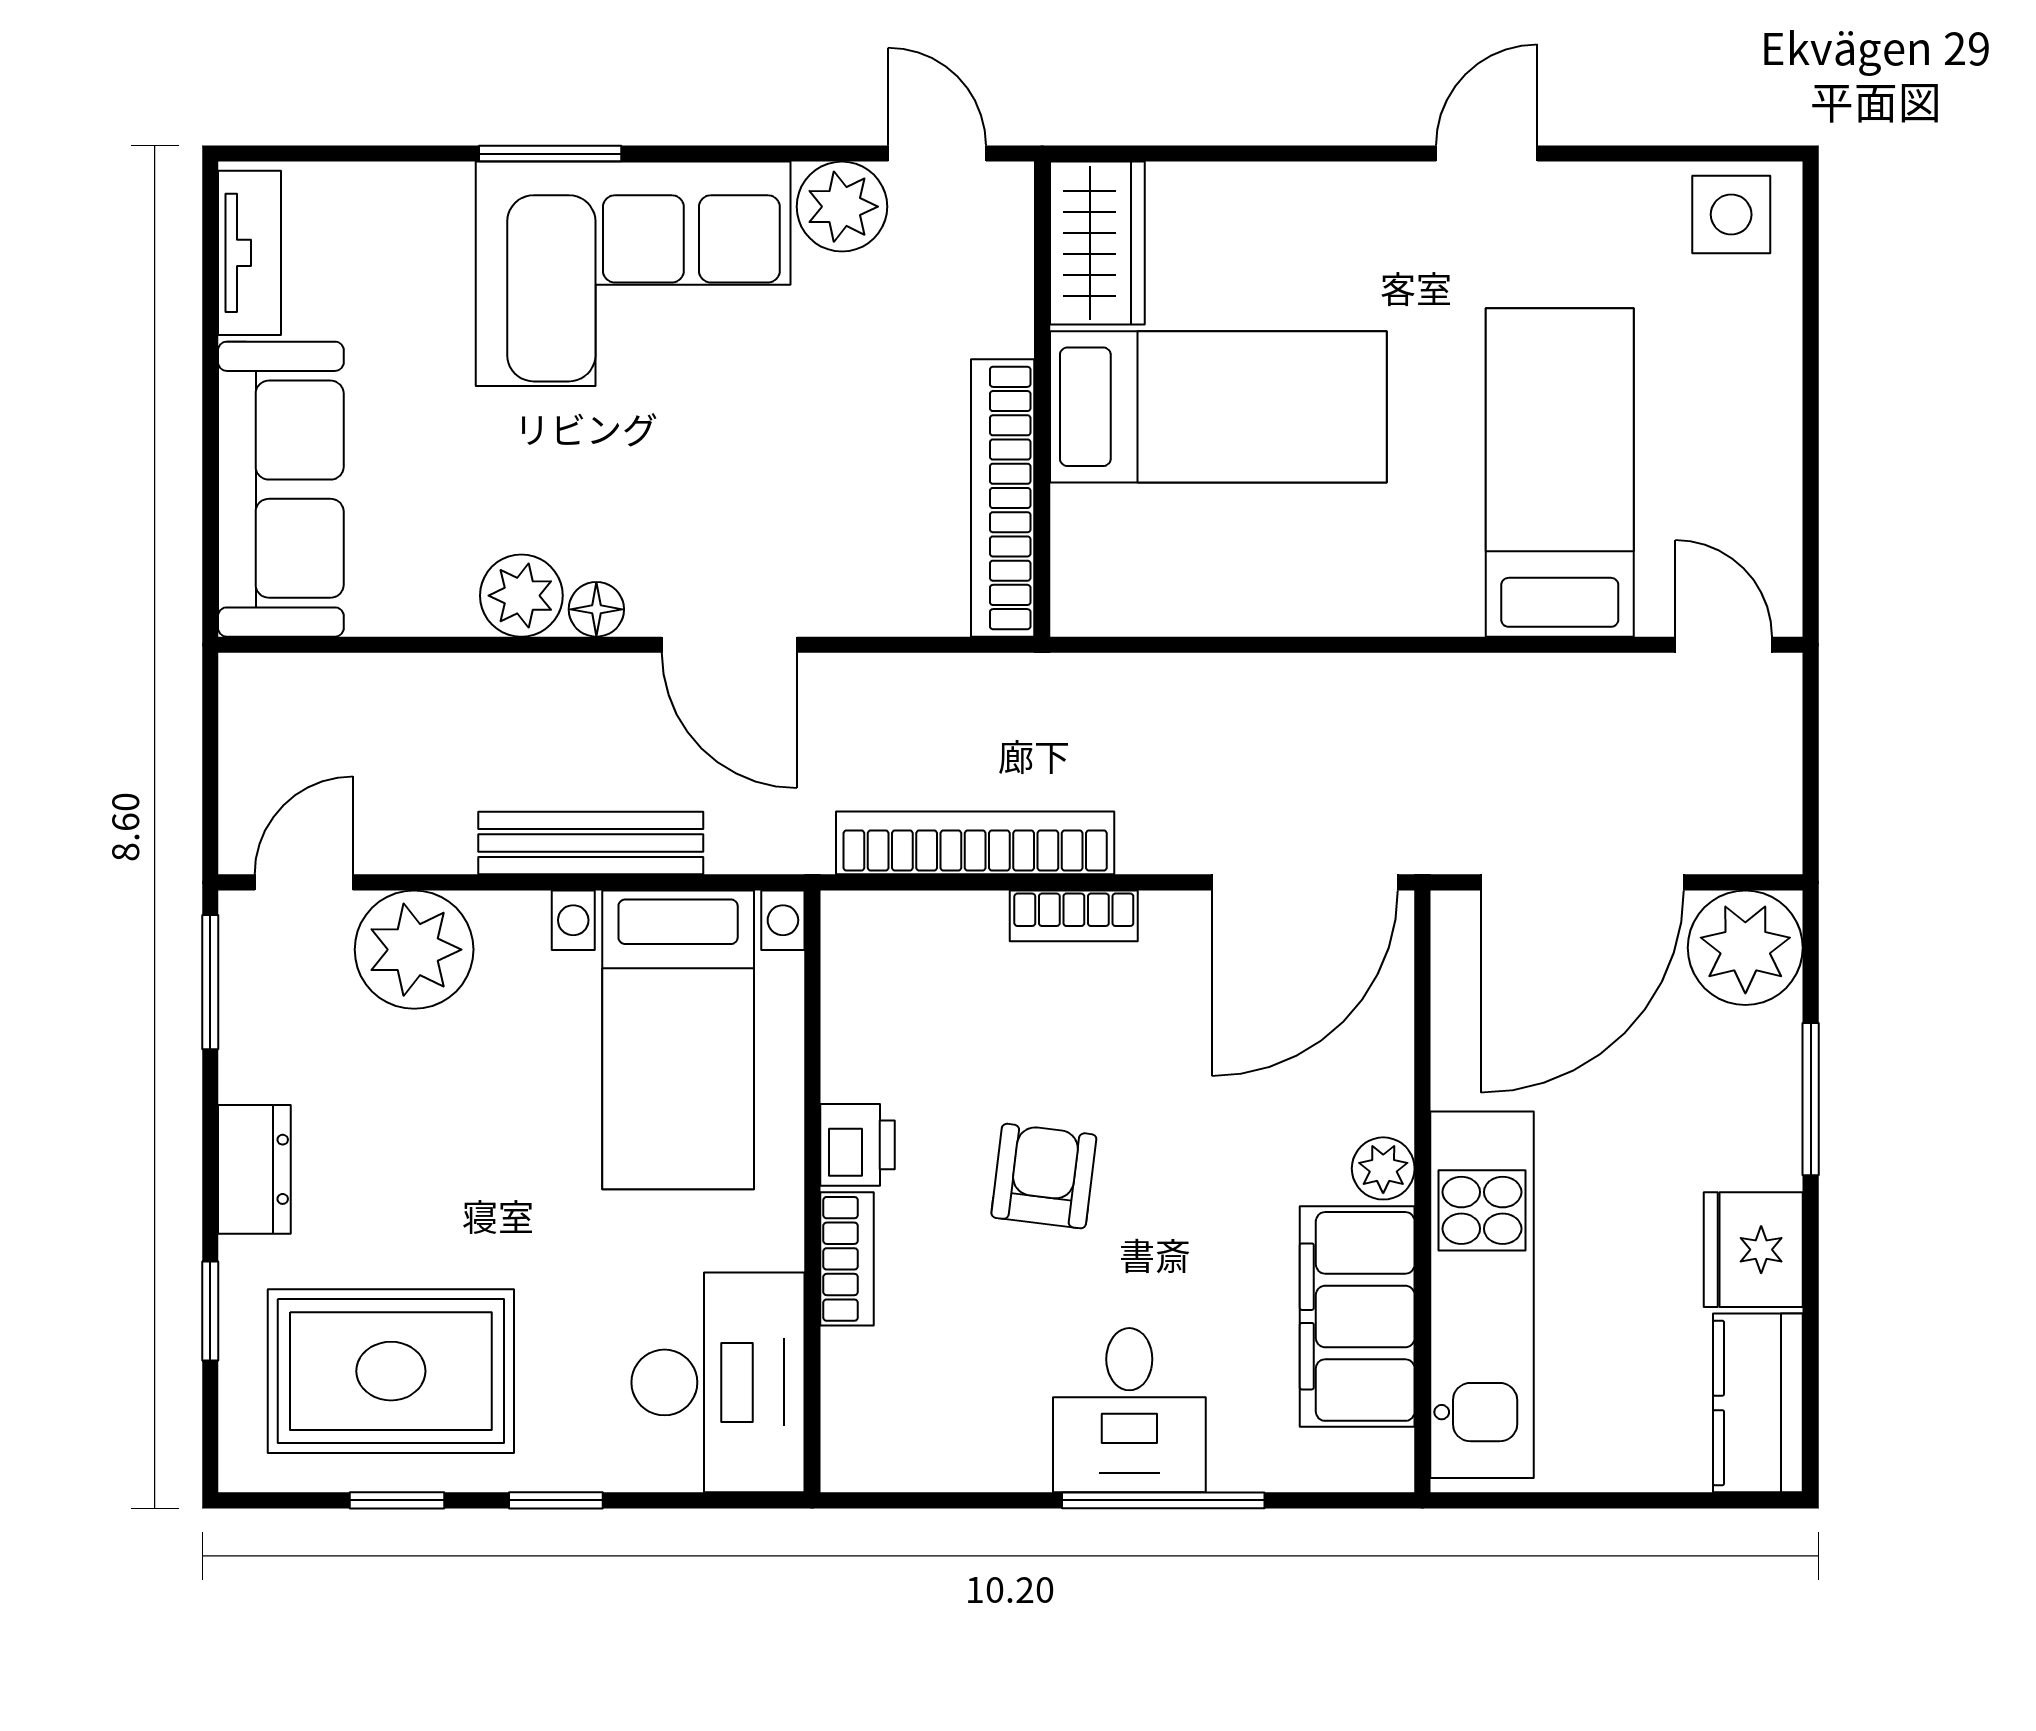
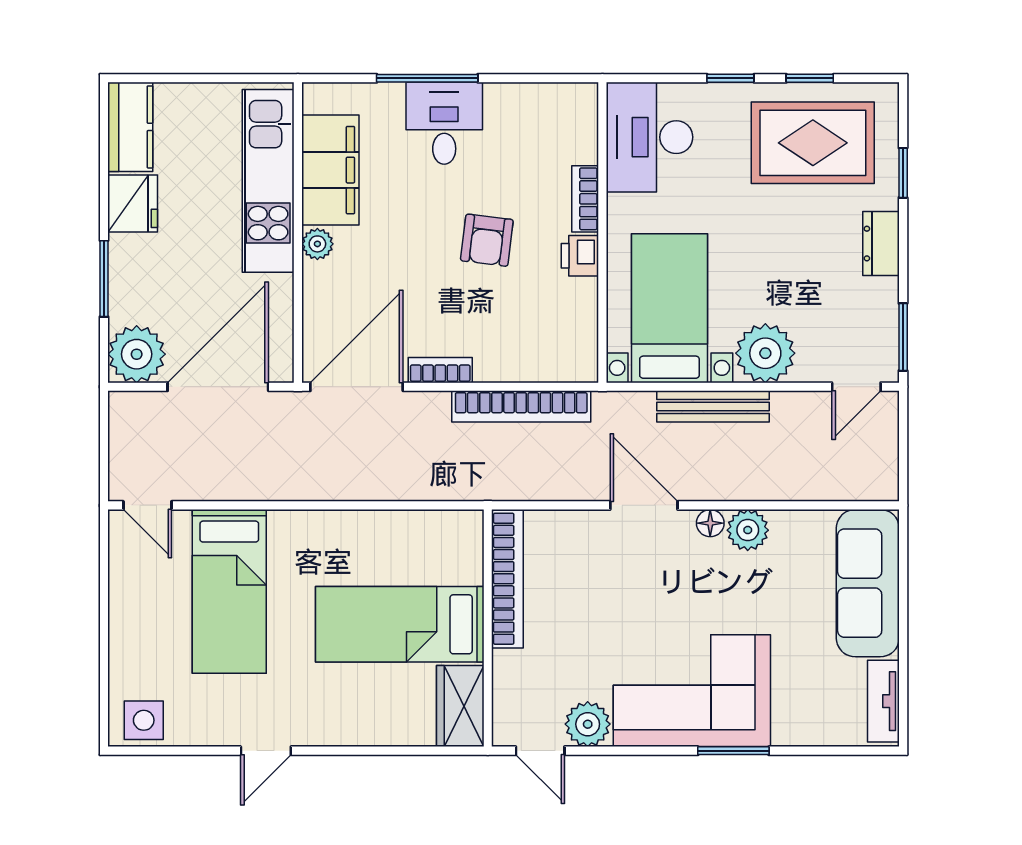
bookcase: (1074, 916) -> (440, 370), moved
plant: (414, 950) -> (765, 353), moved

